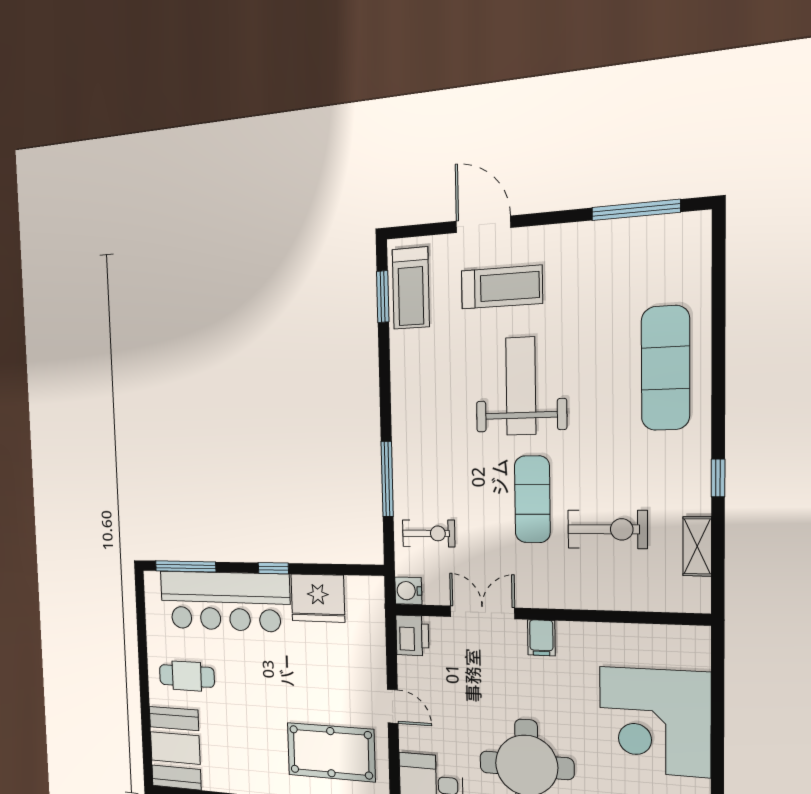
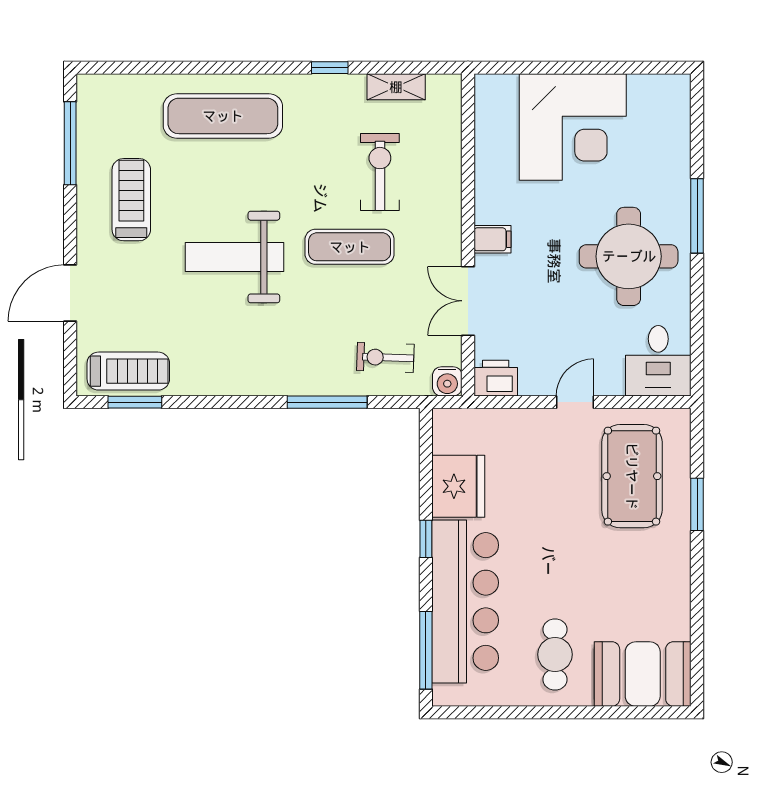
treadmill: (502, 287) -> (131, 200), moved
exercise bike: (429, 533) -> (385, 357), turned -88

